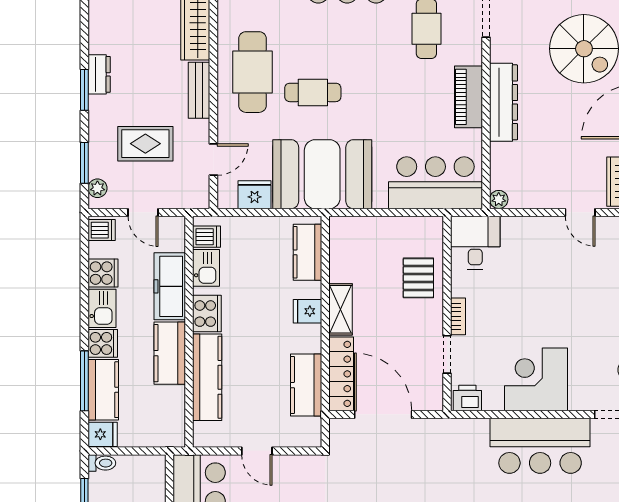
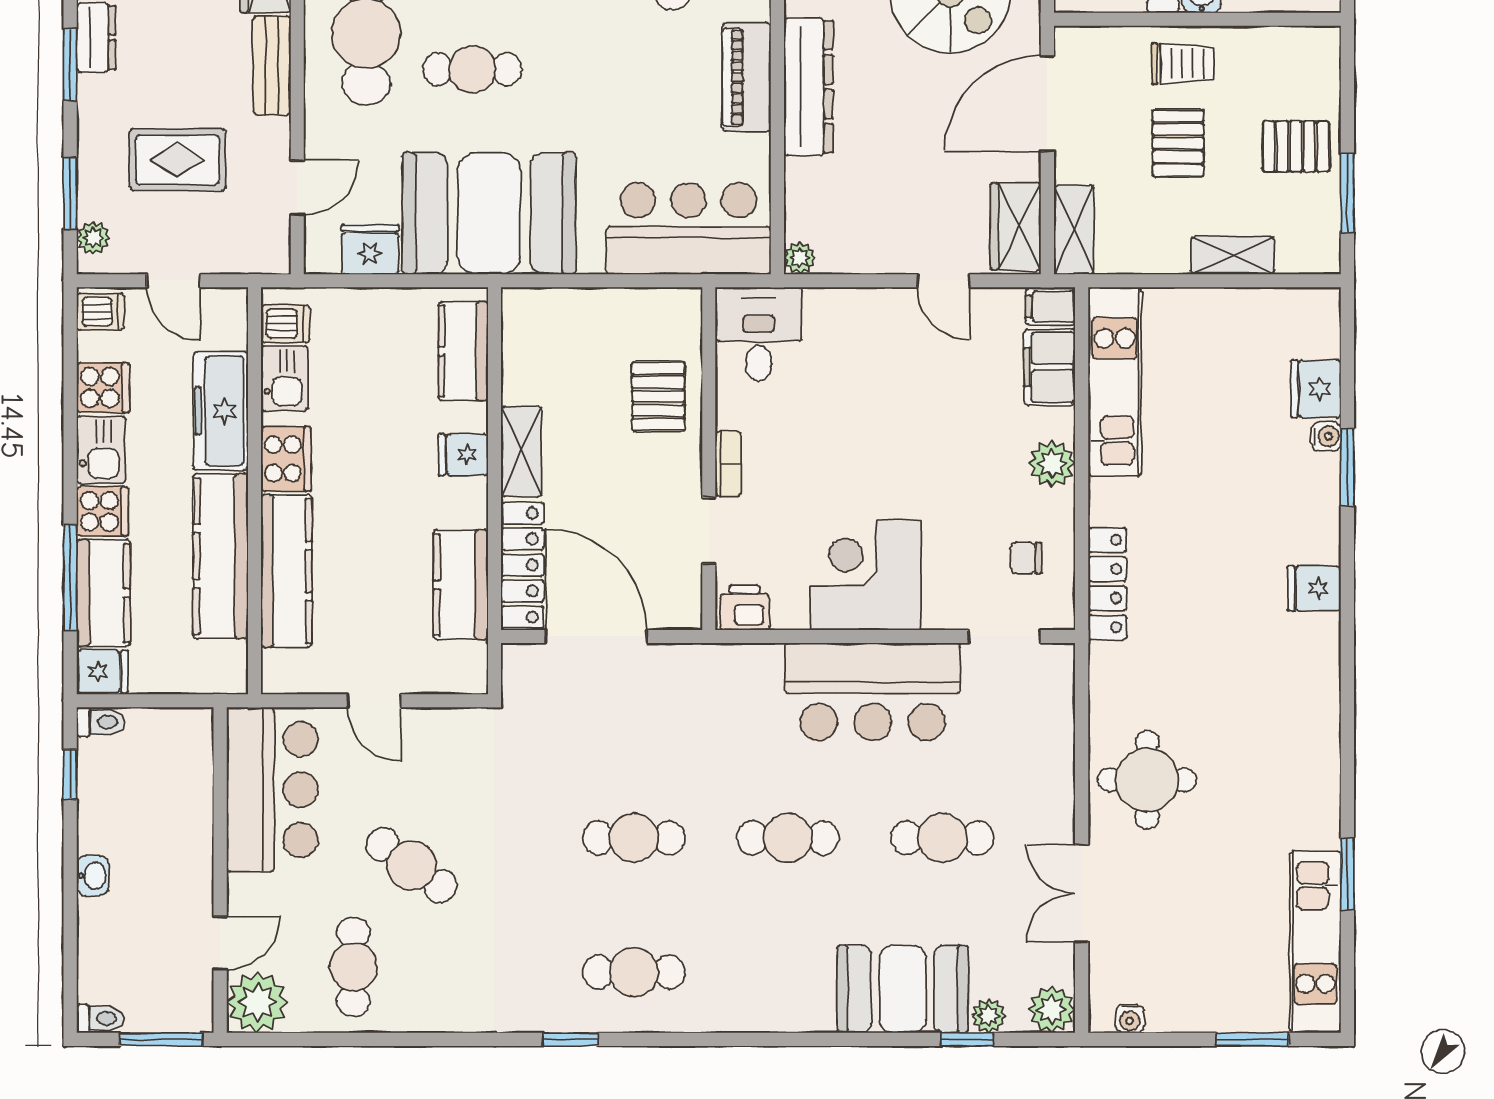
kitchen counter: (170, 353) -> (221, 556), width x1.50

